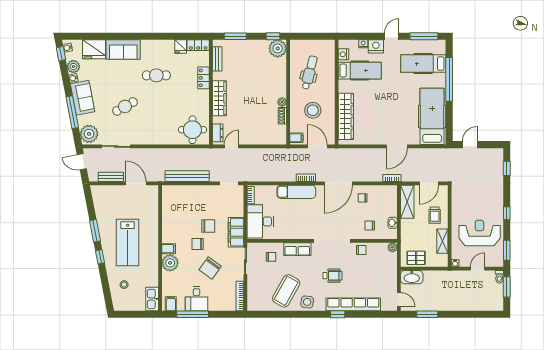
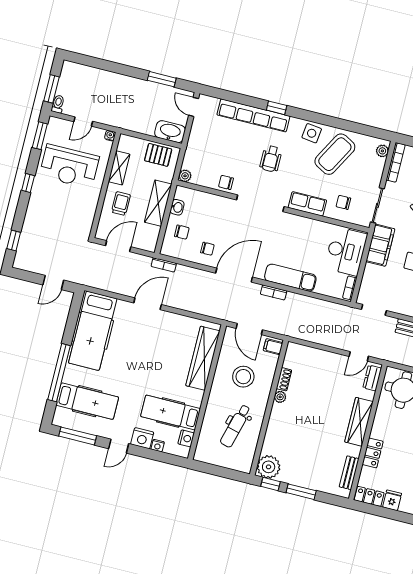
window: (235, 36) -> (301, 492), moved
shelving: (407, 202) -> (158, 203), moved
chair: (370, 226) -> (182, 232), moved
wheelchair: (332, 276) -> (271, 159), turned -90
plant: (252, 302) -> (382, 151), added

